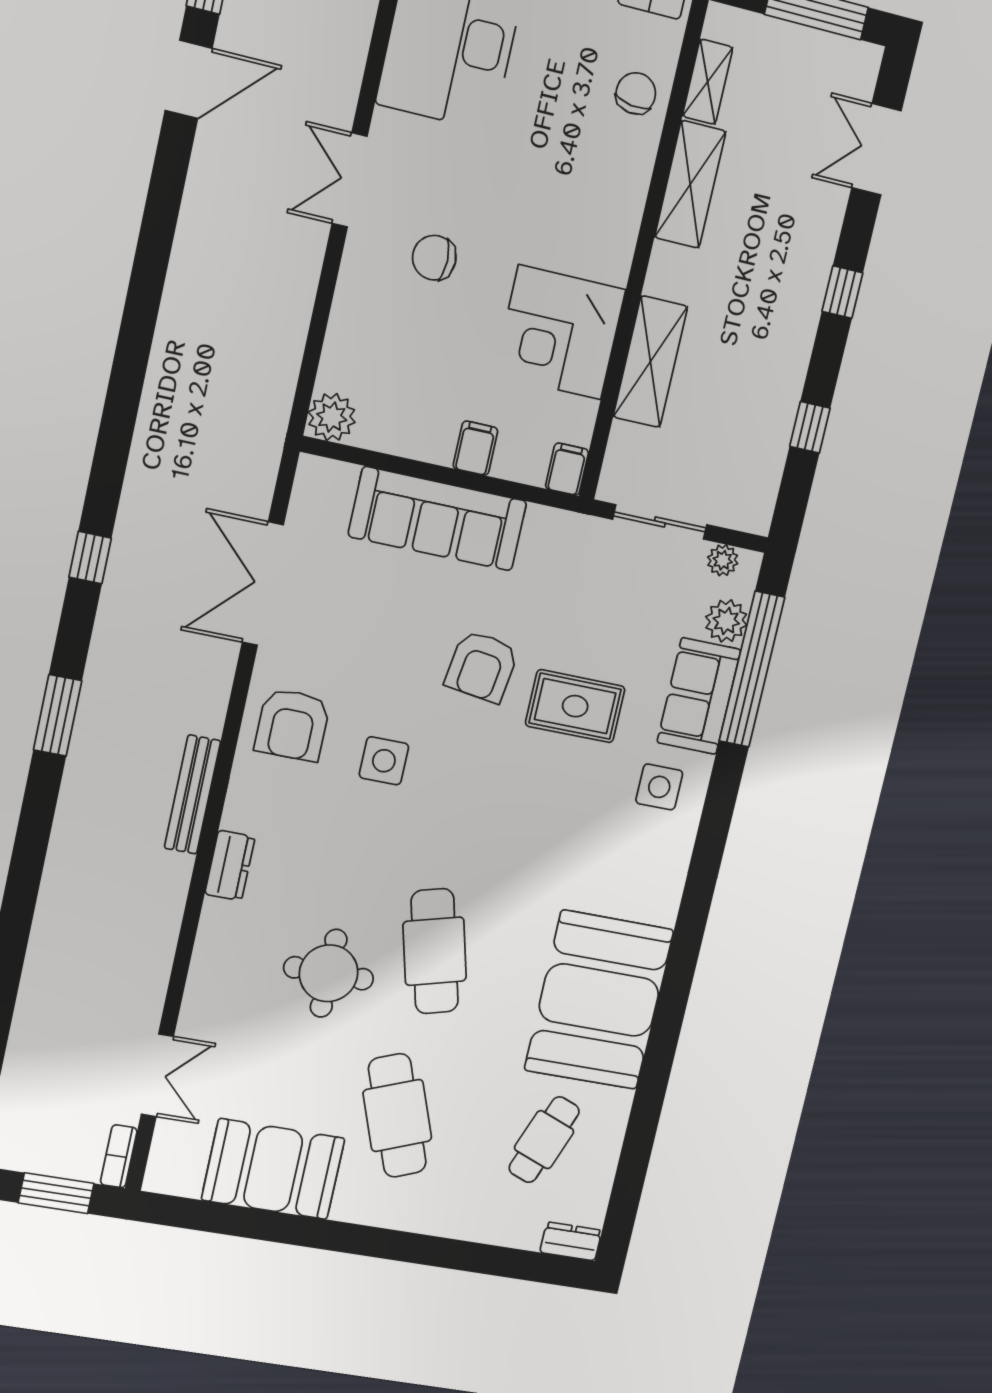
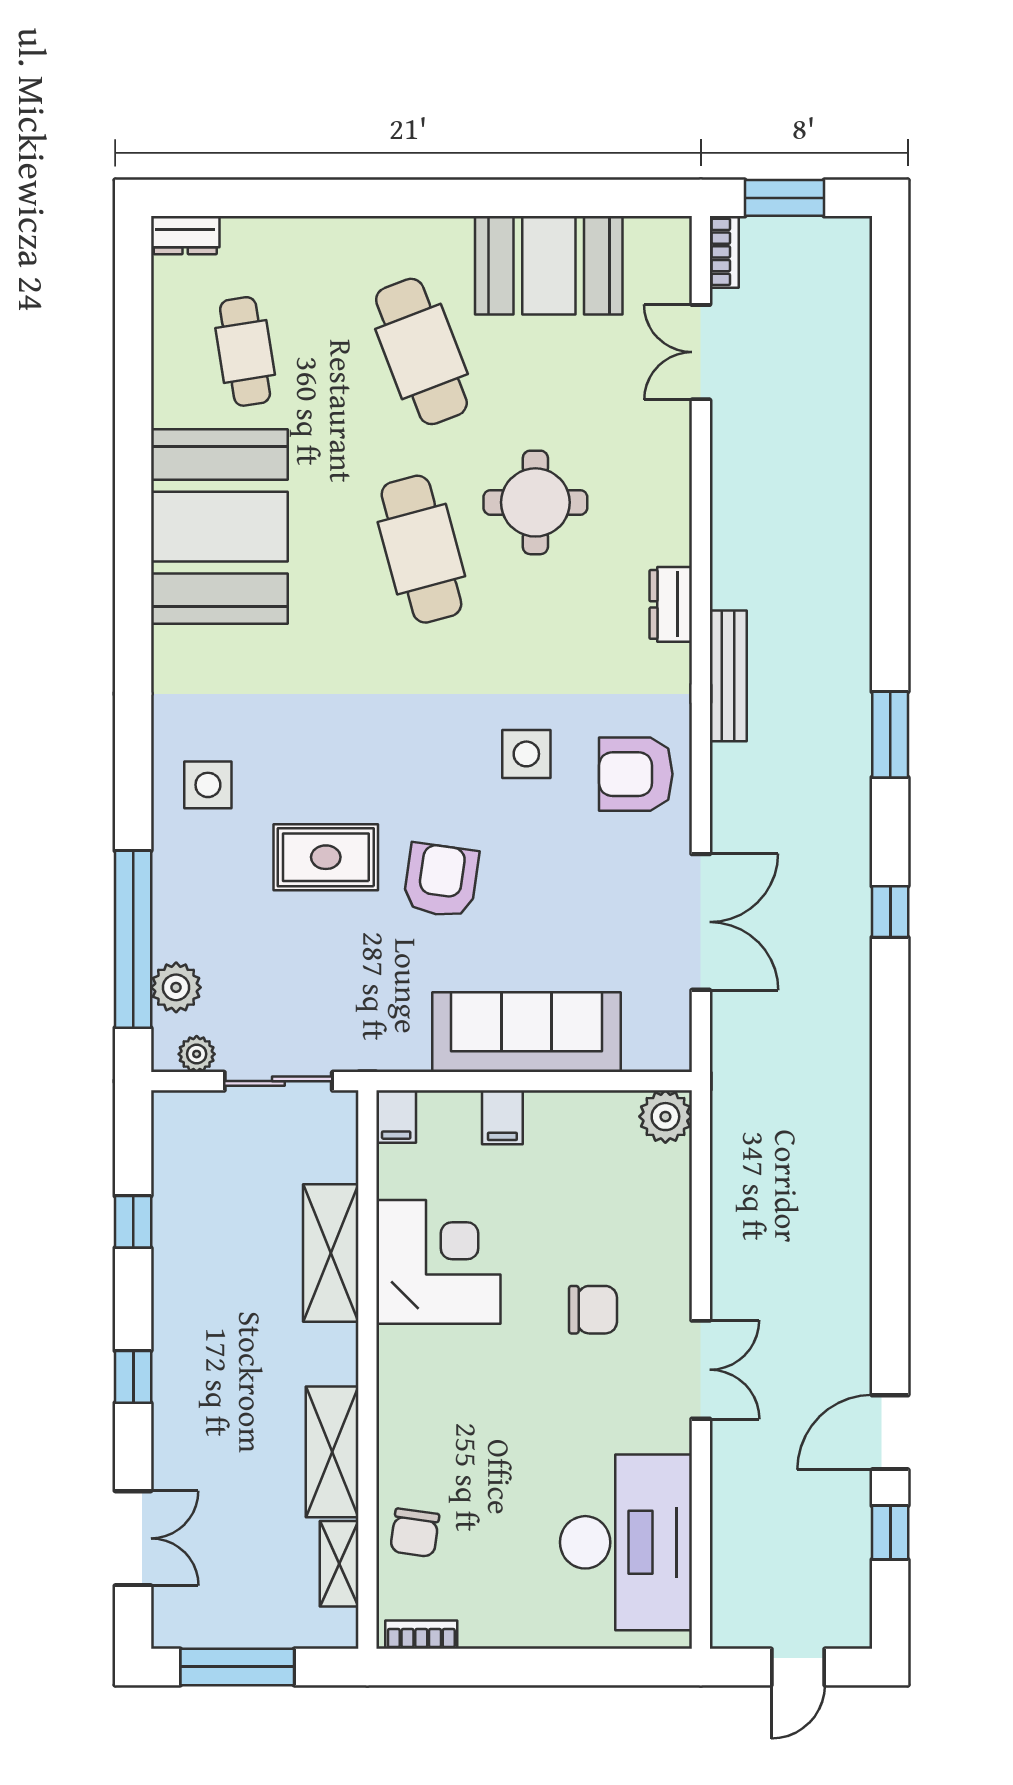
sofa: (699, 696) -> (187, 897), removed
armchair: (292, 725) -> (636, 774), turned -90
cafe table: (544, 1140) -> (245, 351), turned -30

